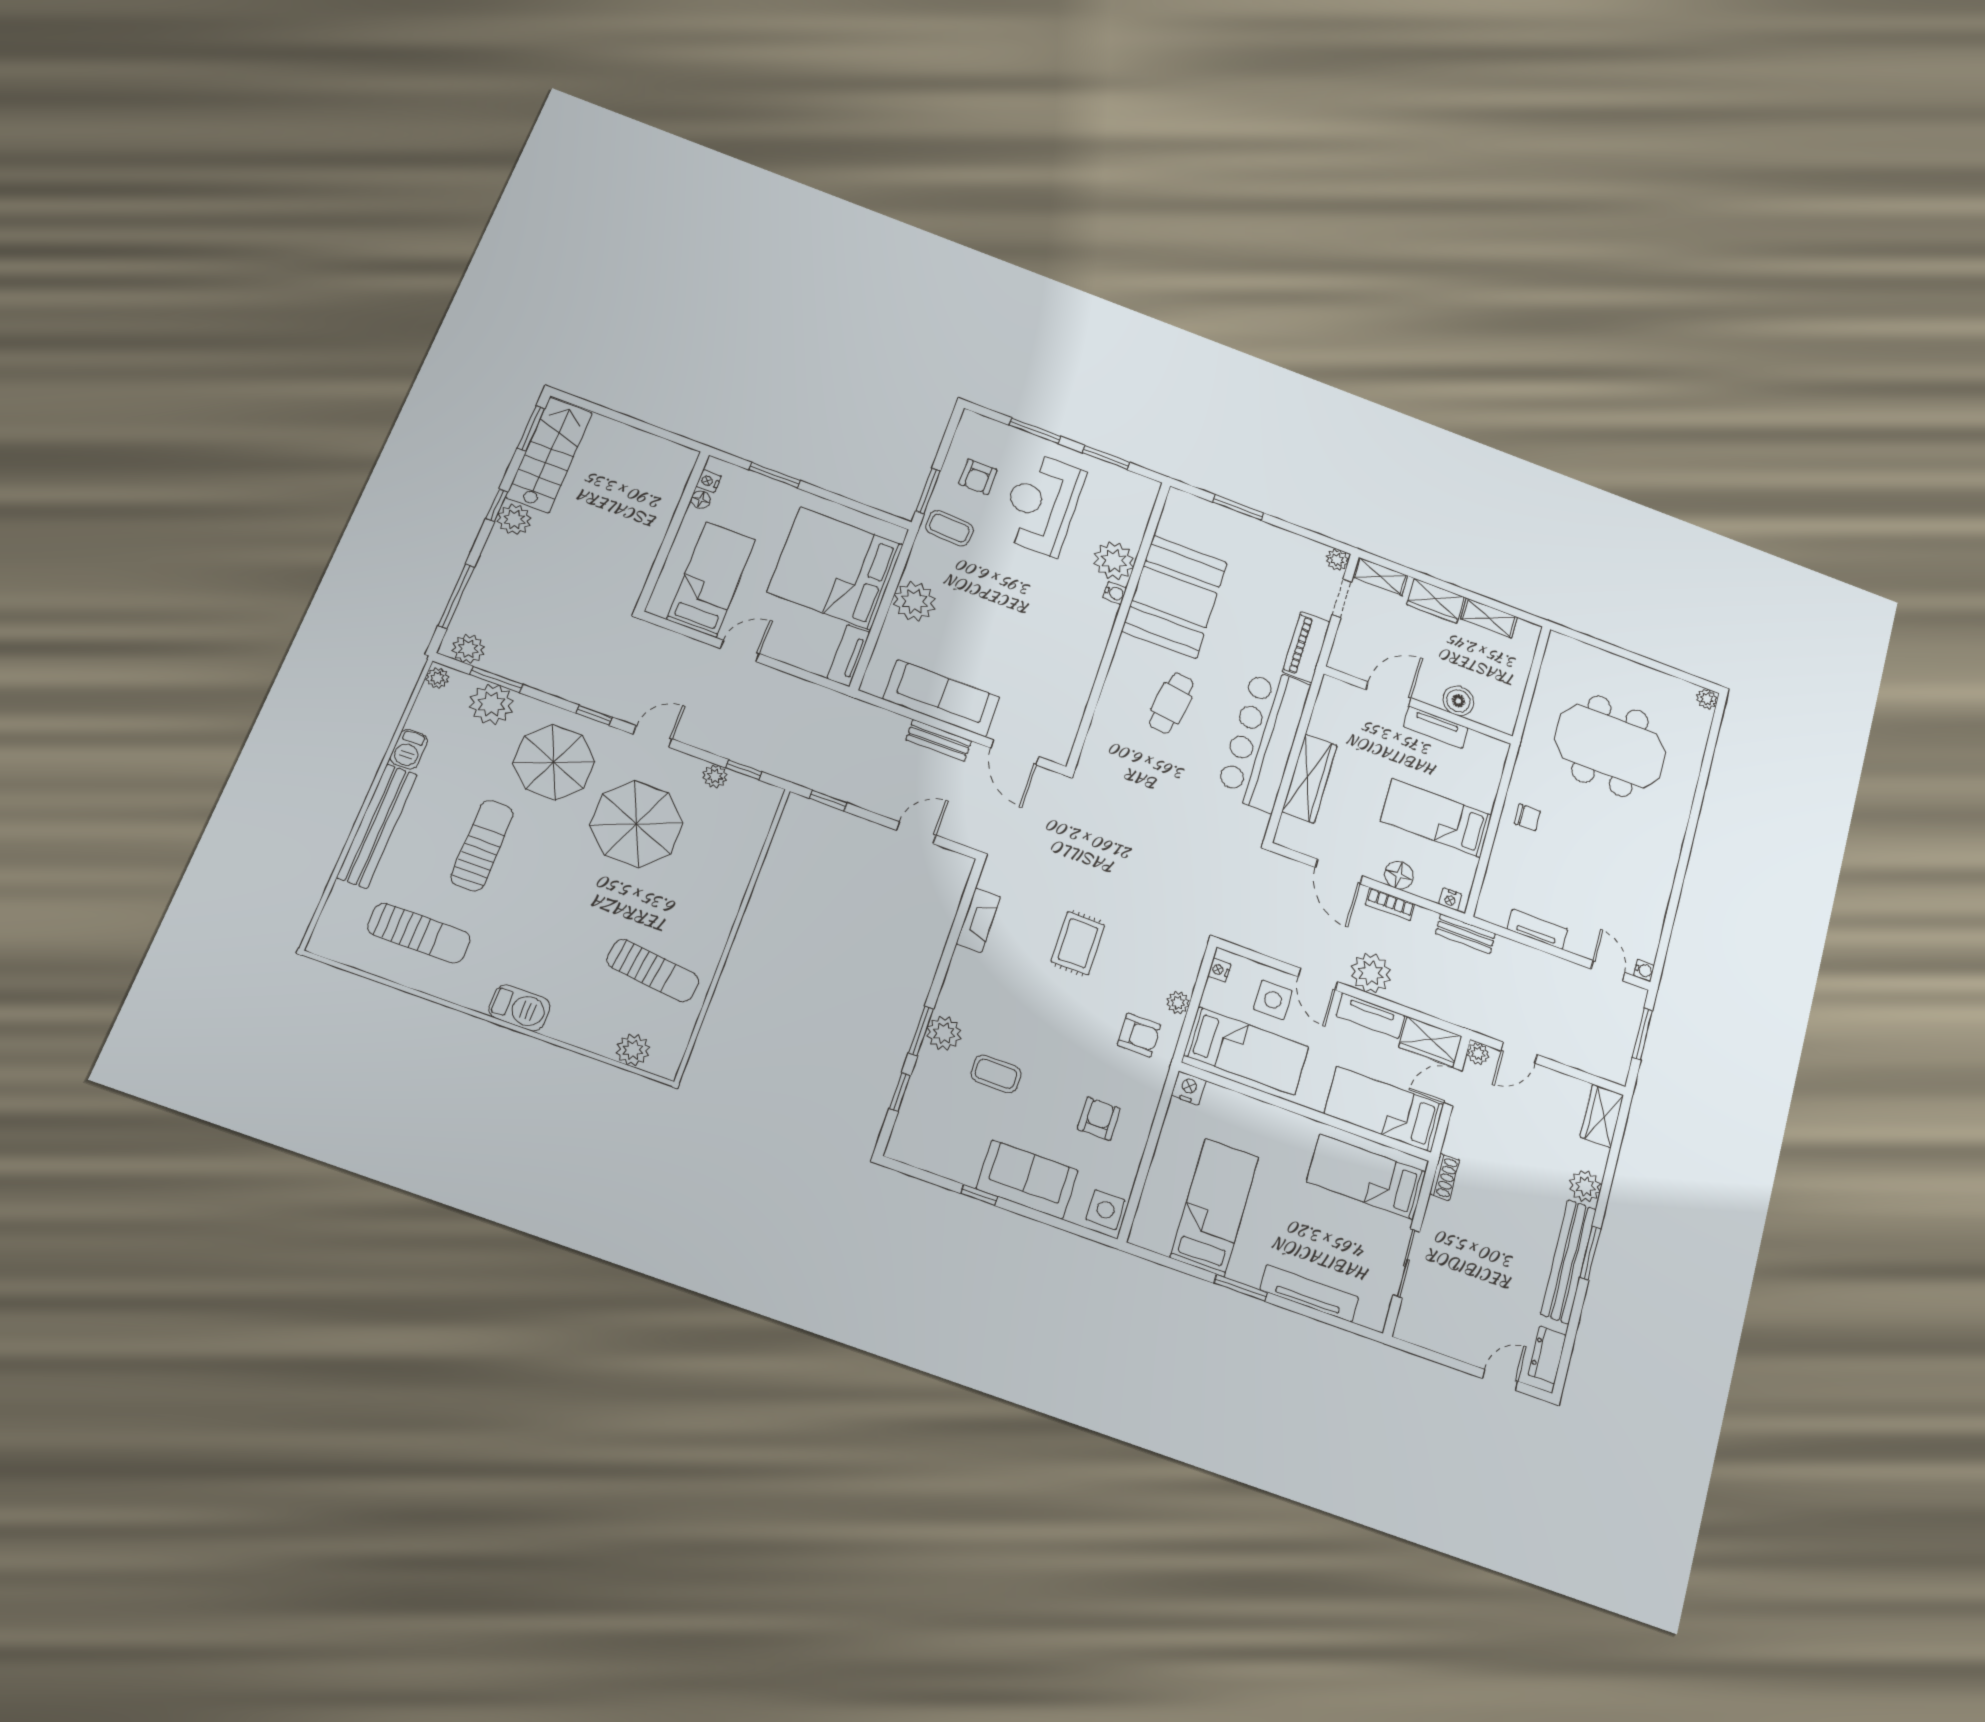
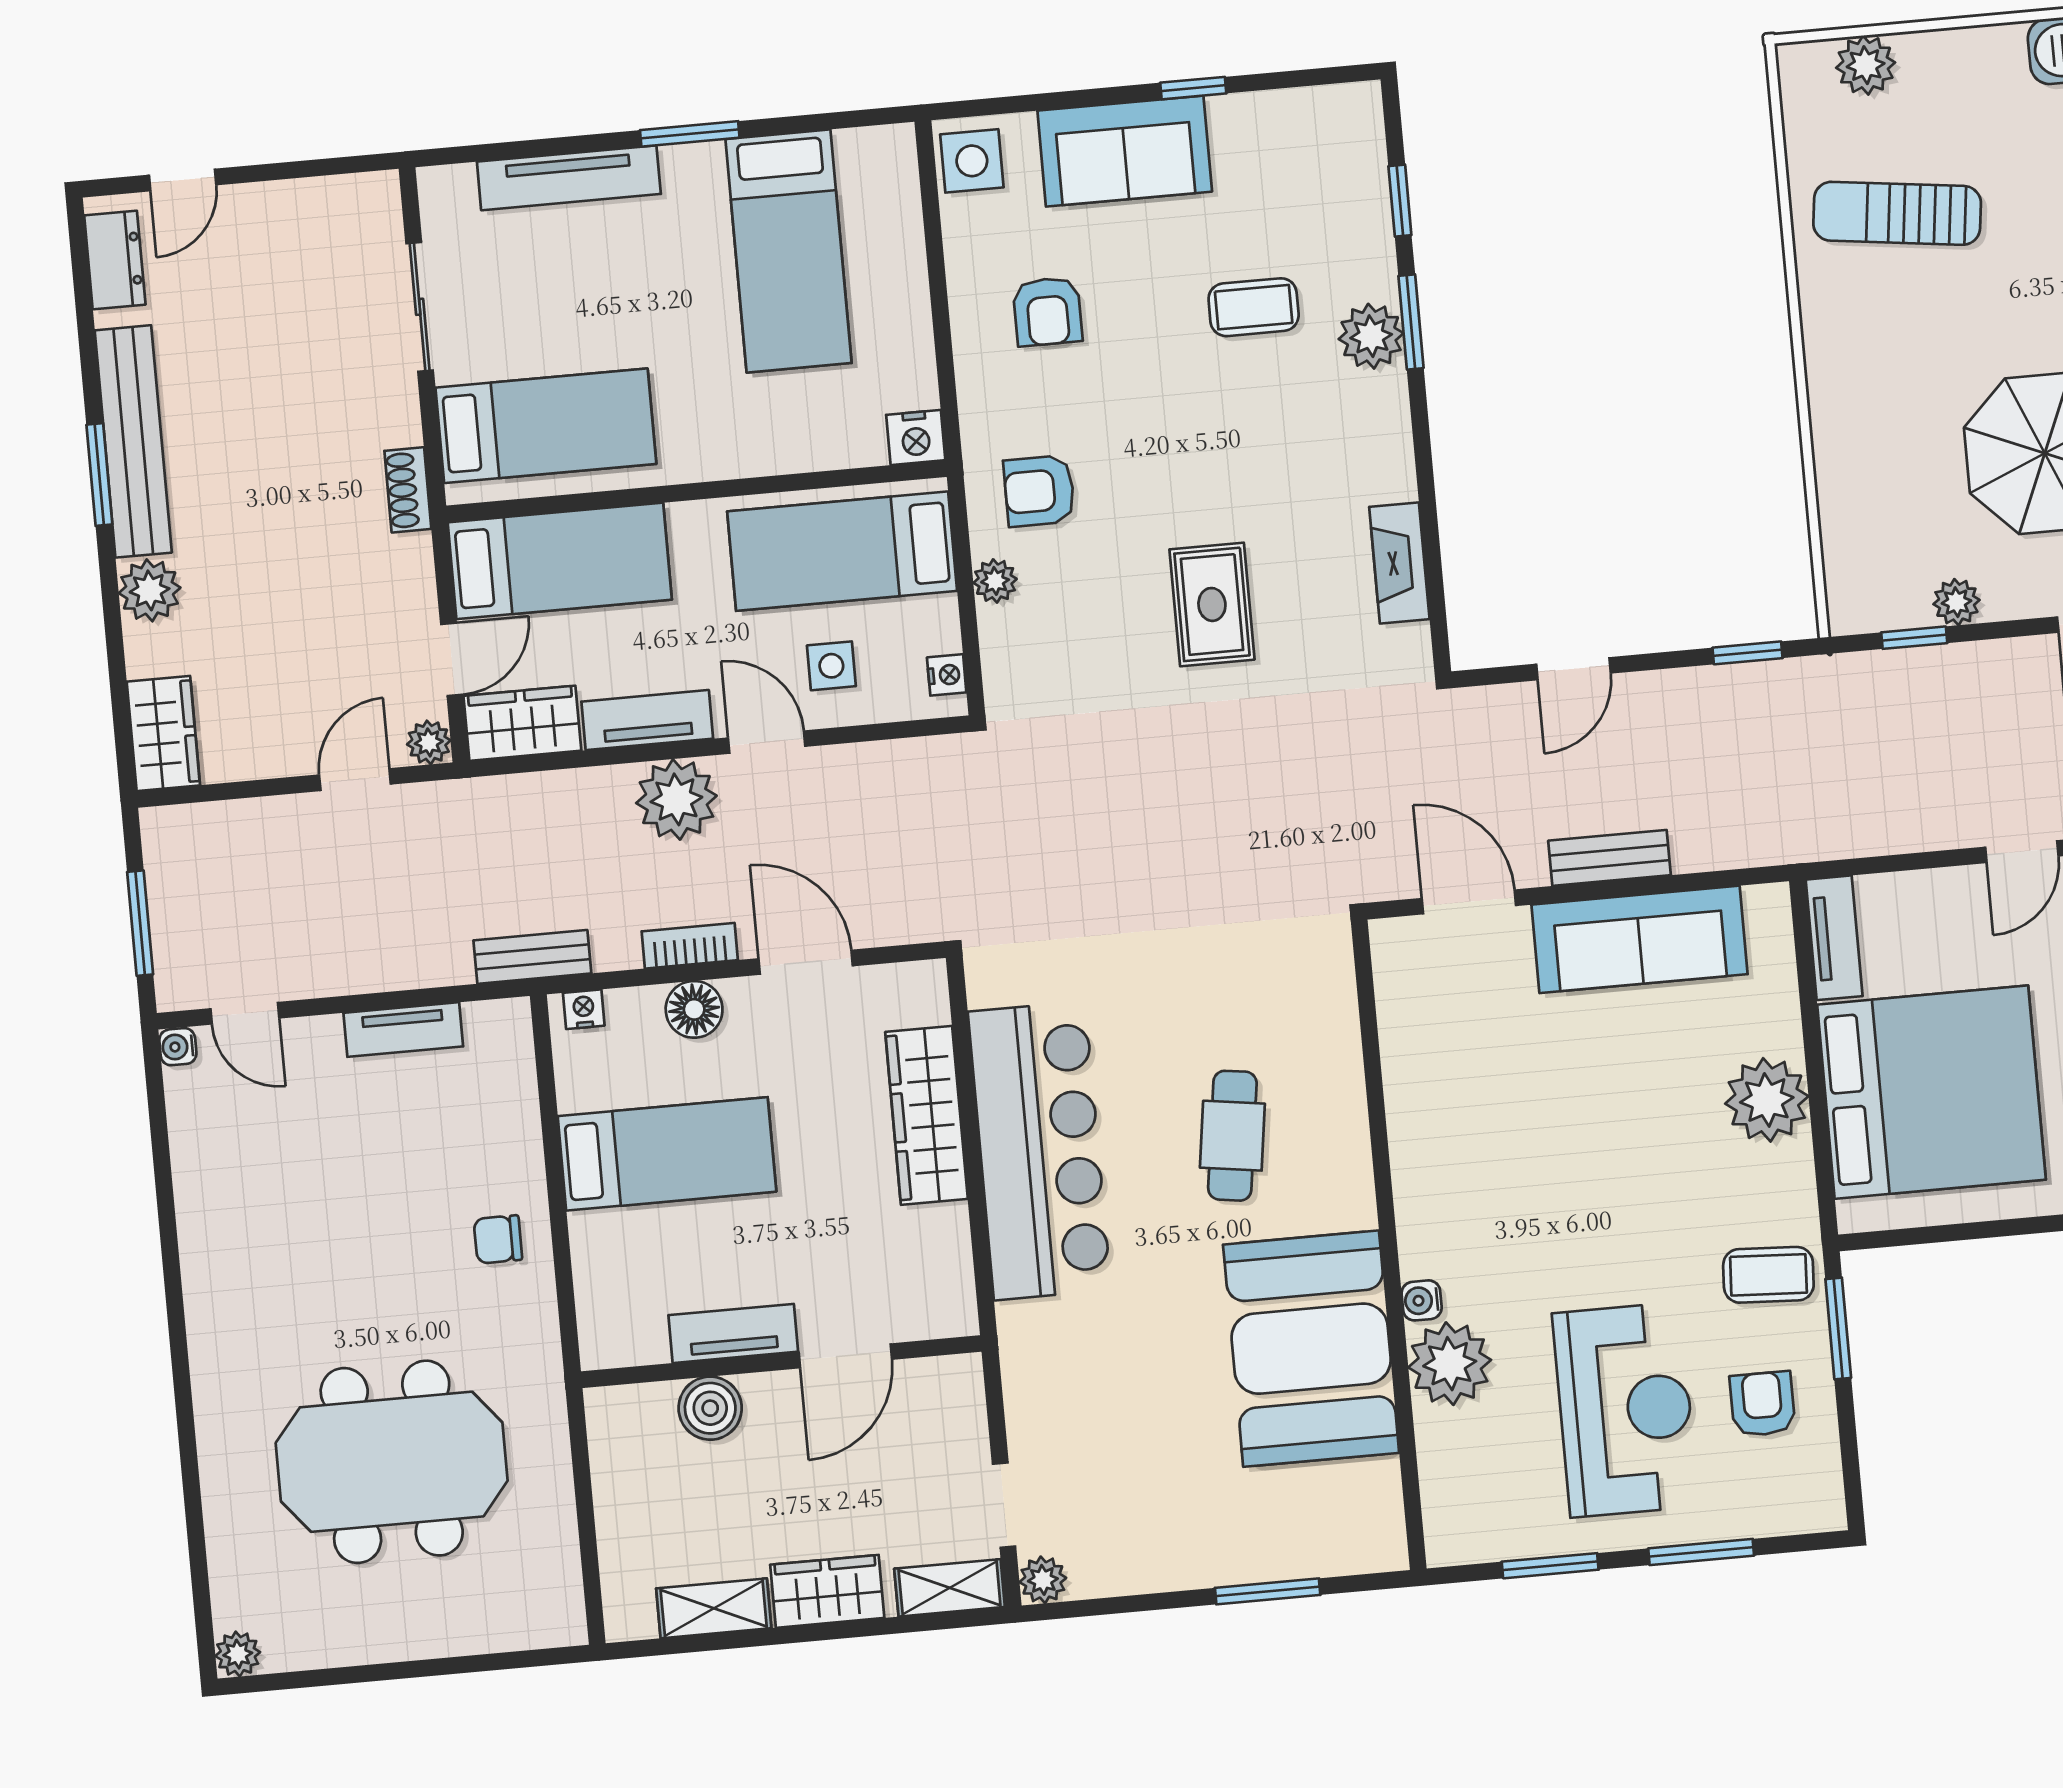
piano: (1306, 647) -> (1032, 1372), removed
side table: (1273, 1000) -> (831, 666), width x0.73, depth x0.73

